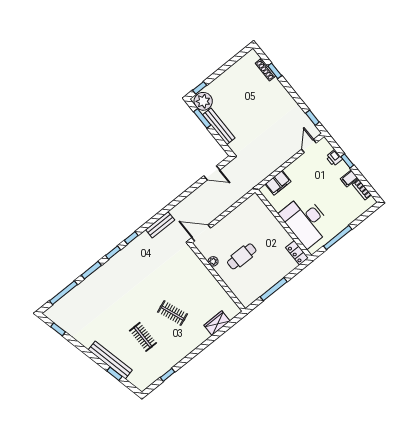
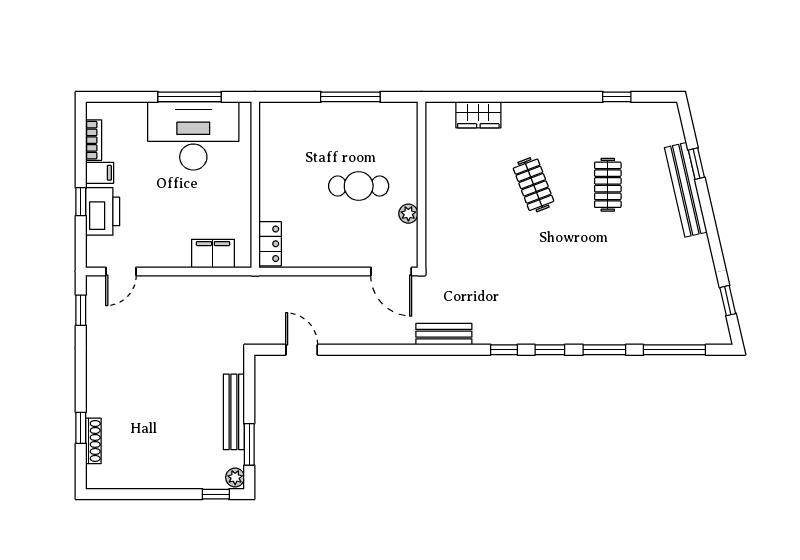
plant: (203, 101) -> (235, 477), width x0.53, depth x0.53
printer: (334, 158) -> (103, 211), width x1.87, depth x1.48
desk: (306, 221) -> (193, 136), moved, turned -90
locker: (297, 253) -> (270, 244), moved

